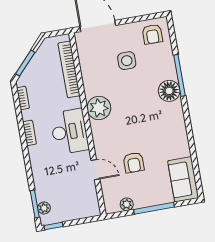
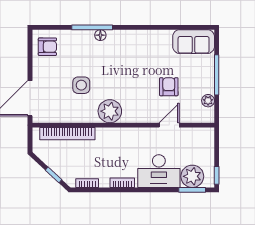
side table: (127, 61) -> (81, 85), moved
window: (25, 63) -> (53, 175), width x0.67
floor lamp: (169, 91) -> (100, 35), width x0.53, depth x0.53
desk: (69, 132) -> (159, 171), moved, turned 180
armchair: (134, 163) -> (169, 87), turned -90
plant: (44, 208) -> (192, 176), width x1.88, depth x1.88

